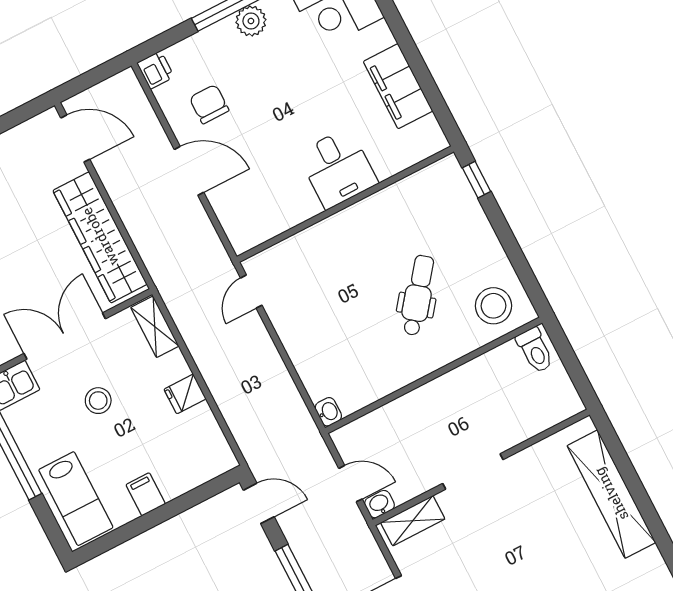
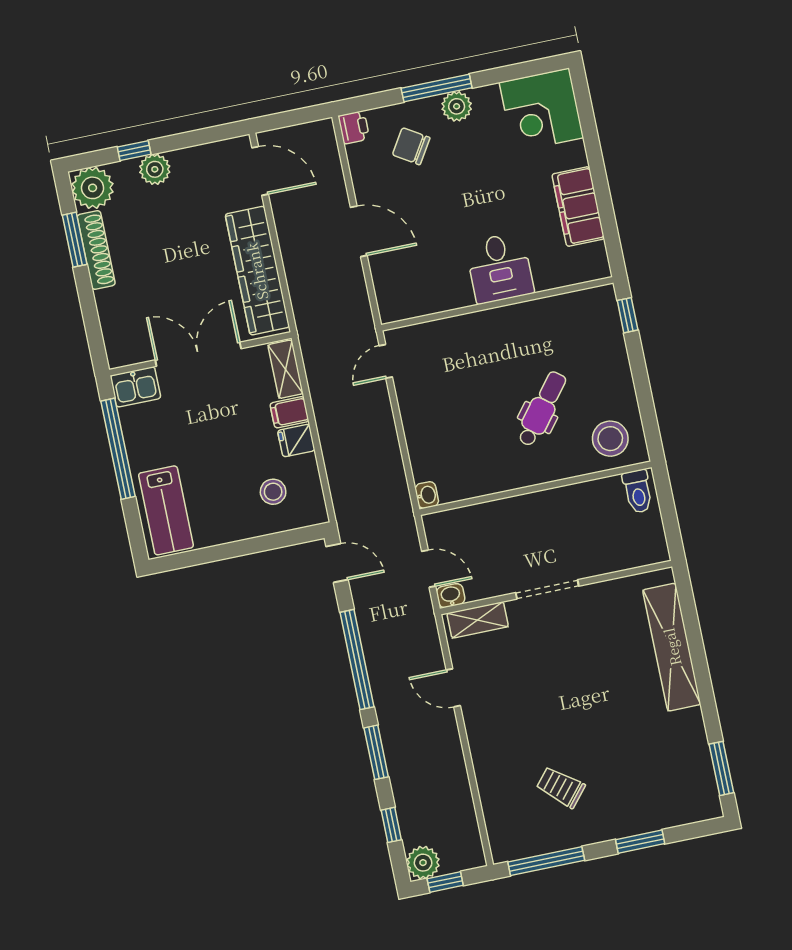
chair: (209, 104) -> (411, 146), moved, turned -58
stool: (98, 401) -> (273, 492), moved
filing cabinet: (146, 494) -> (289, 412), moved, turned -90

